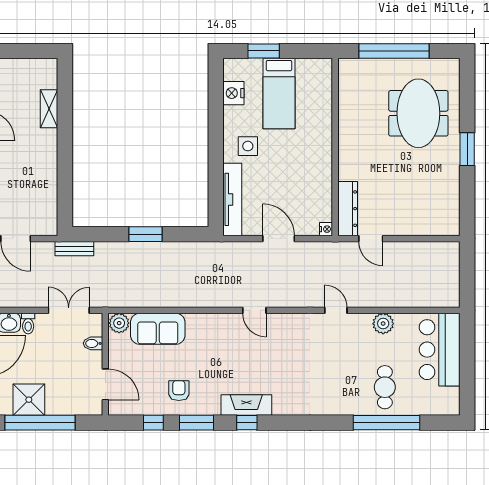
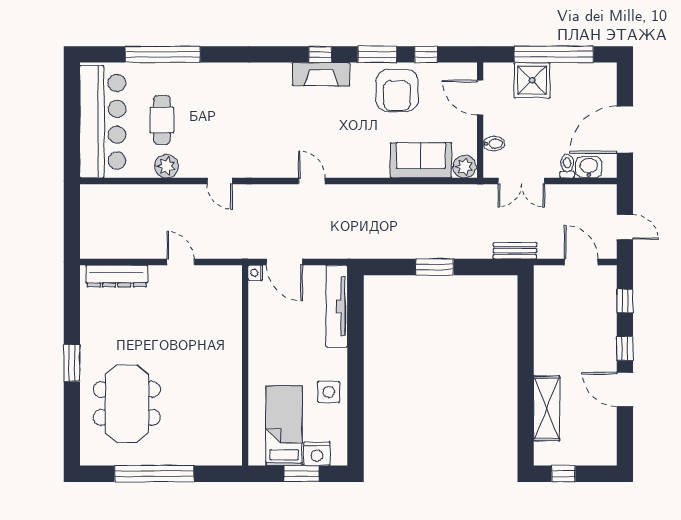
window: (31, 51) -> (563, 474), added
nightstand: (233, 93) -> (317, 454), moved, turned 90
shelving: (49, 109) -> (547, 408), width x1.50, depth x1.33
side table: (248, 146) -> (329, 392), moved
wall: (335, 147) -> (245, 365), moved
dresser: (348, 209) -> (117, 276), moved, turned -90
nightstand: (326, 229) -> (255, 273), moved
bar counter: (440, 350) -> (103, 122), width x1.36
cafe table: (385, 387) -> (162, 120), moved
armchair: (179, 391) -> (397, 91), width x1.88, depth x1.88
shower: (29, 400) -> (532, 80), moved

